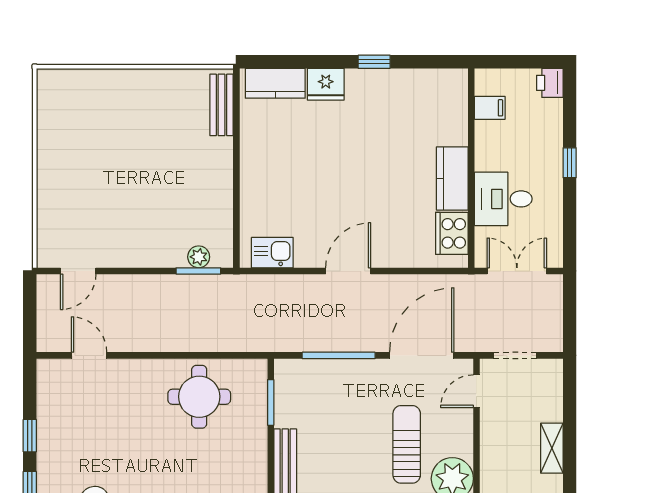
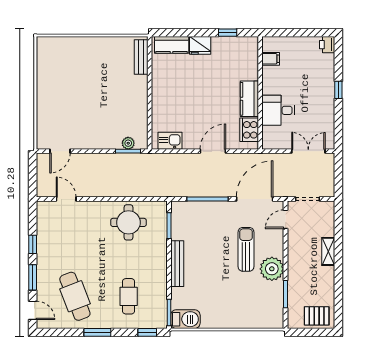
filing cabinet: (490, 108) -> (271, 59), moved
wall: (471, 168) -> (260, 93), moved
kitchen counter: (452, 178) -> (249, 99), moved
desk: (503, 199) -> (278, 110), moved
cooker: (452, 233) -> (249, 130), moved

